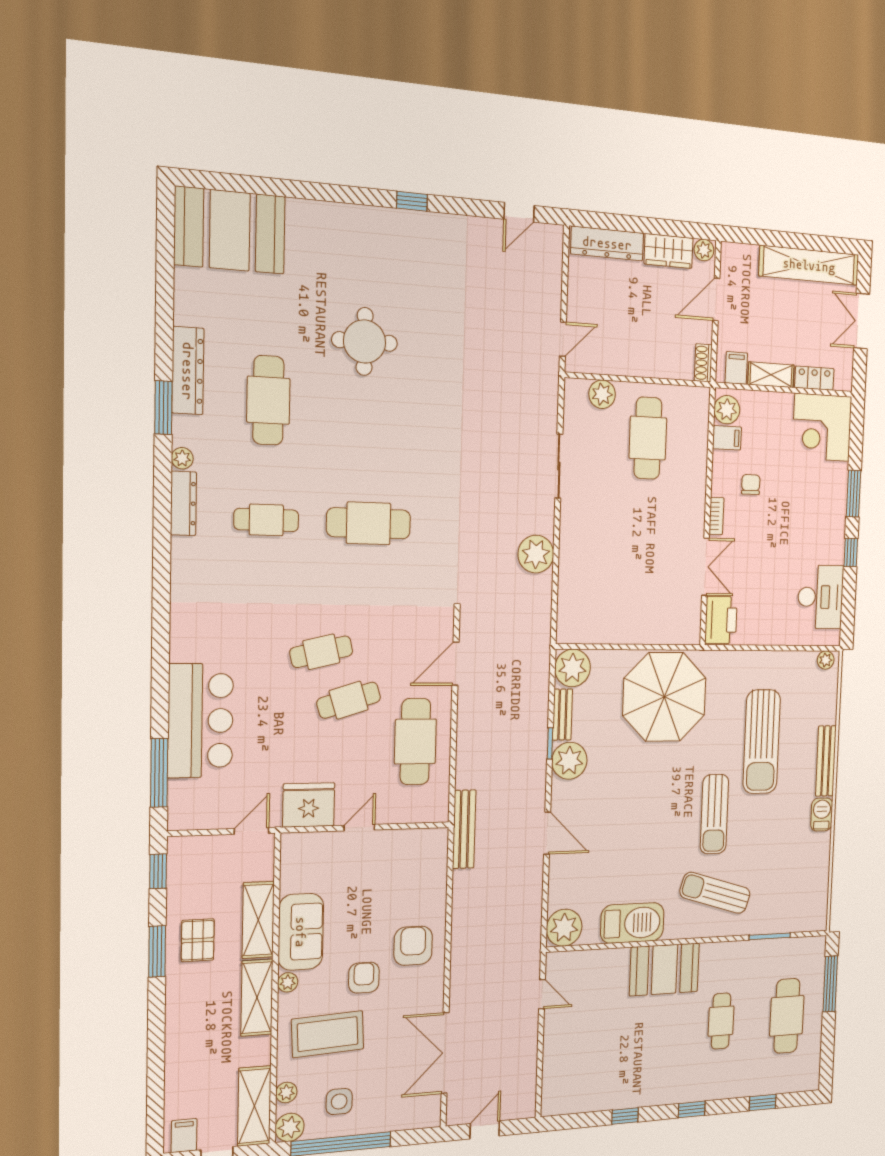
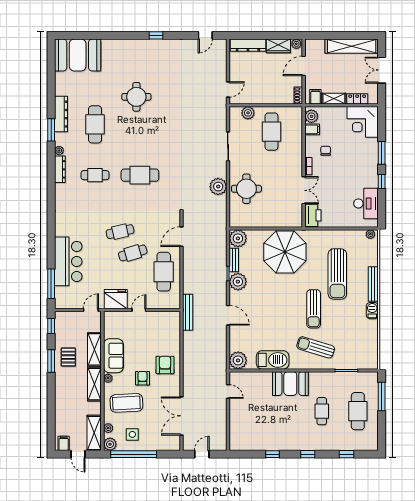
round table: (593, 560) -> (246, 189), added

